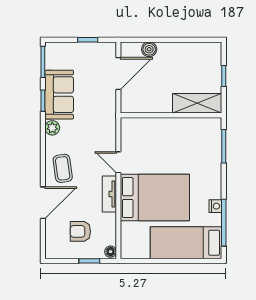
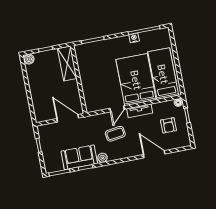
boiler: (149, 49) -> (29, 59), moved
door: (118, 74) -> (68, 118), moved
coffee table: (63, 168) -> (115, 134), moved
bed: (186, 243) -> (163, 74), moved, turned 180

